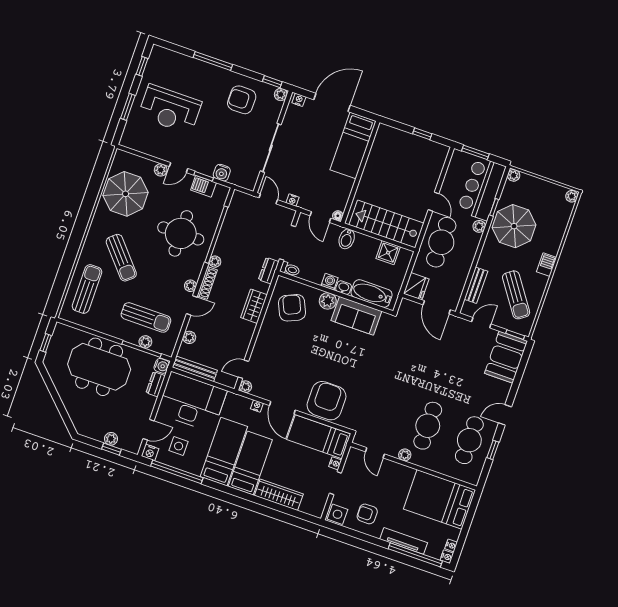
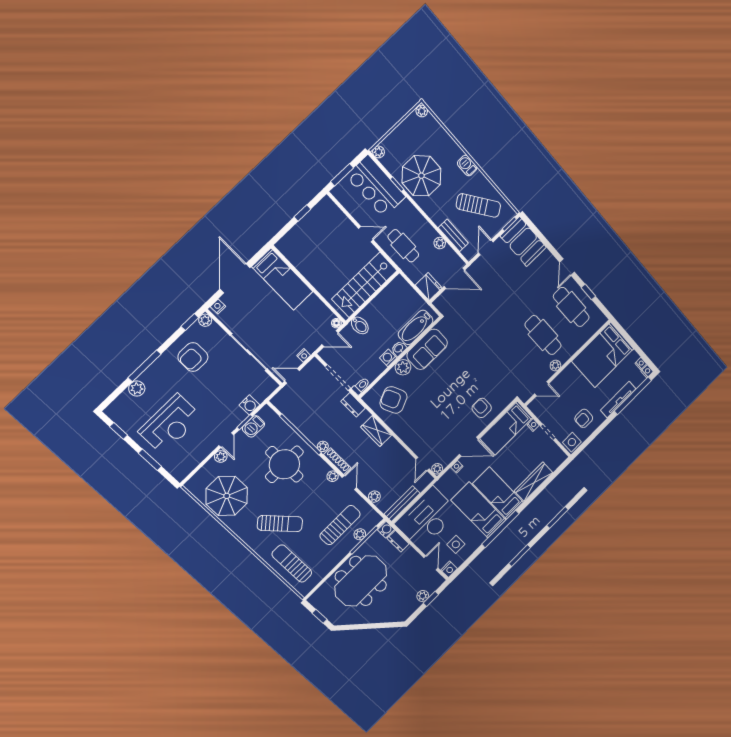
plant: (189, 64) -> (137, 389), added
plant: (479, 226) -> (440, 243), moved
cafe table: (441, 242) -> (403, 246), width x0.73, depth x0.74
shower: (388, 253) -> (389, 296), removed
armchair: (326, 401) -> (482, 408), width x0.53, depth x0.53
window: (177, 472) -> (500, 529), moved

